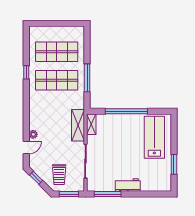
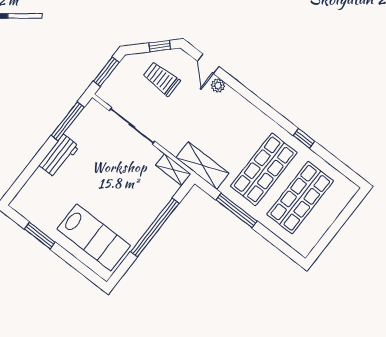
shelving: (78, 125) -> (202, 165), moved
trolley: (59, 175) -> (161, 79), moved

